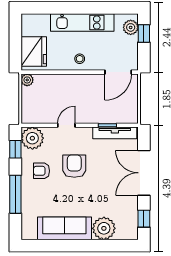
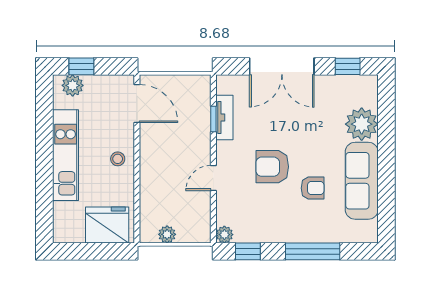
plant: (27, 80) -> (167, 234), moved
door: (66, 125) -> (213, 178), hinge flipped
tv unit: (115, 133) -> (224, 117), width x0.71
plant: (32, 138) -> (224, 235), width x0.53, depth x0.53
armchair: (42, 171) -> (313, 188), moved, turned -90

